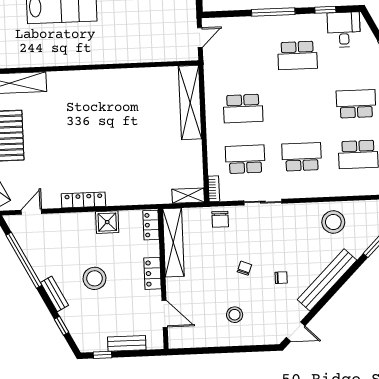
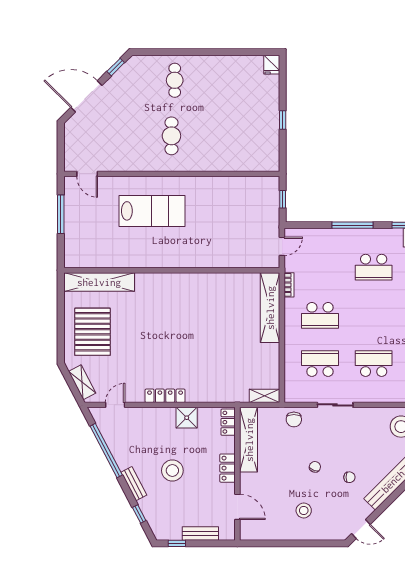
bookcase: (214, 189) -> (289, 285), moved

